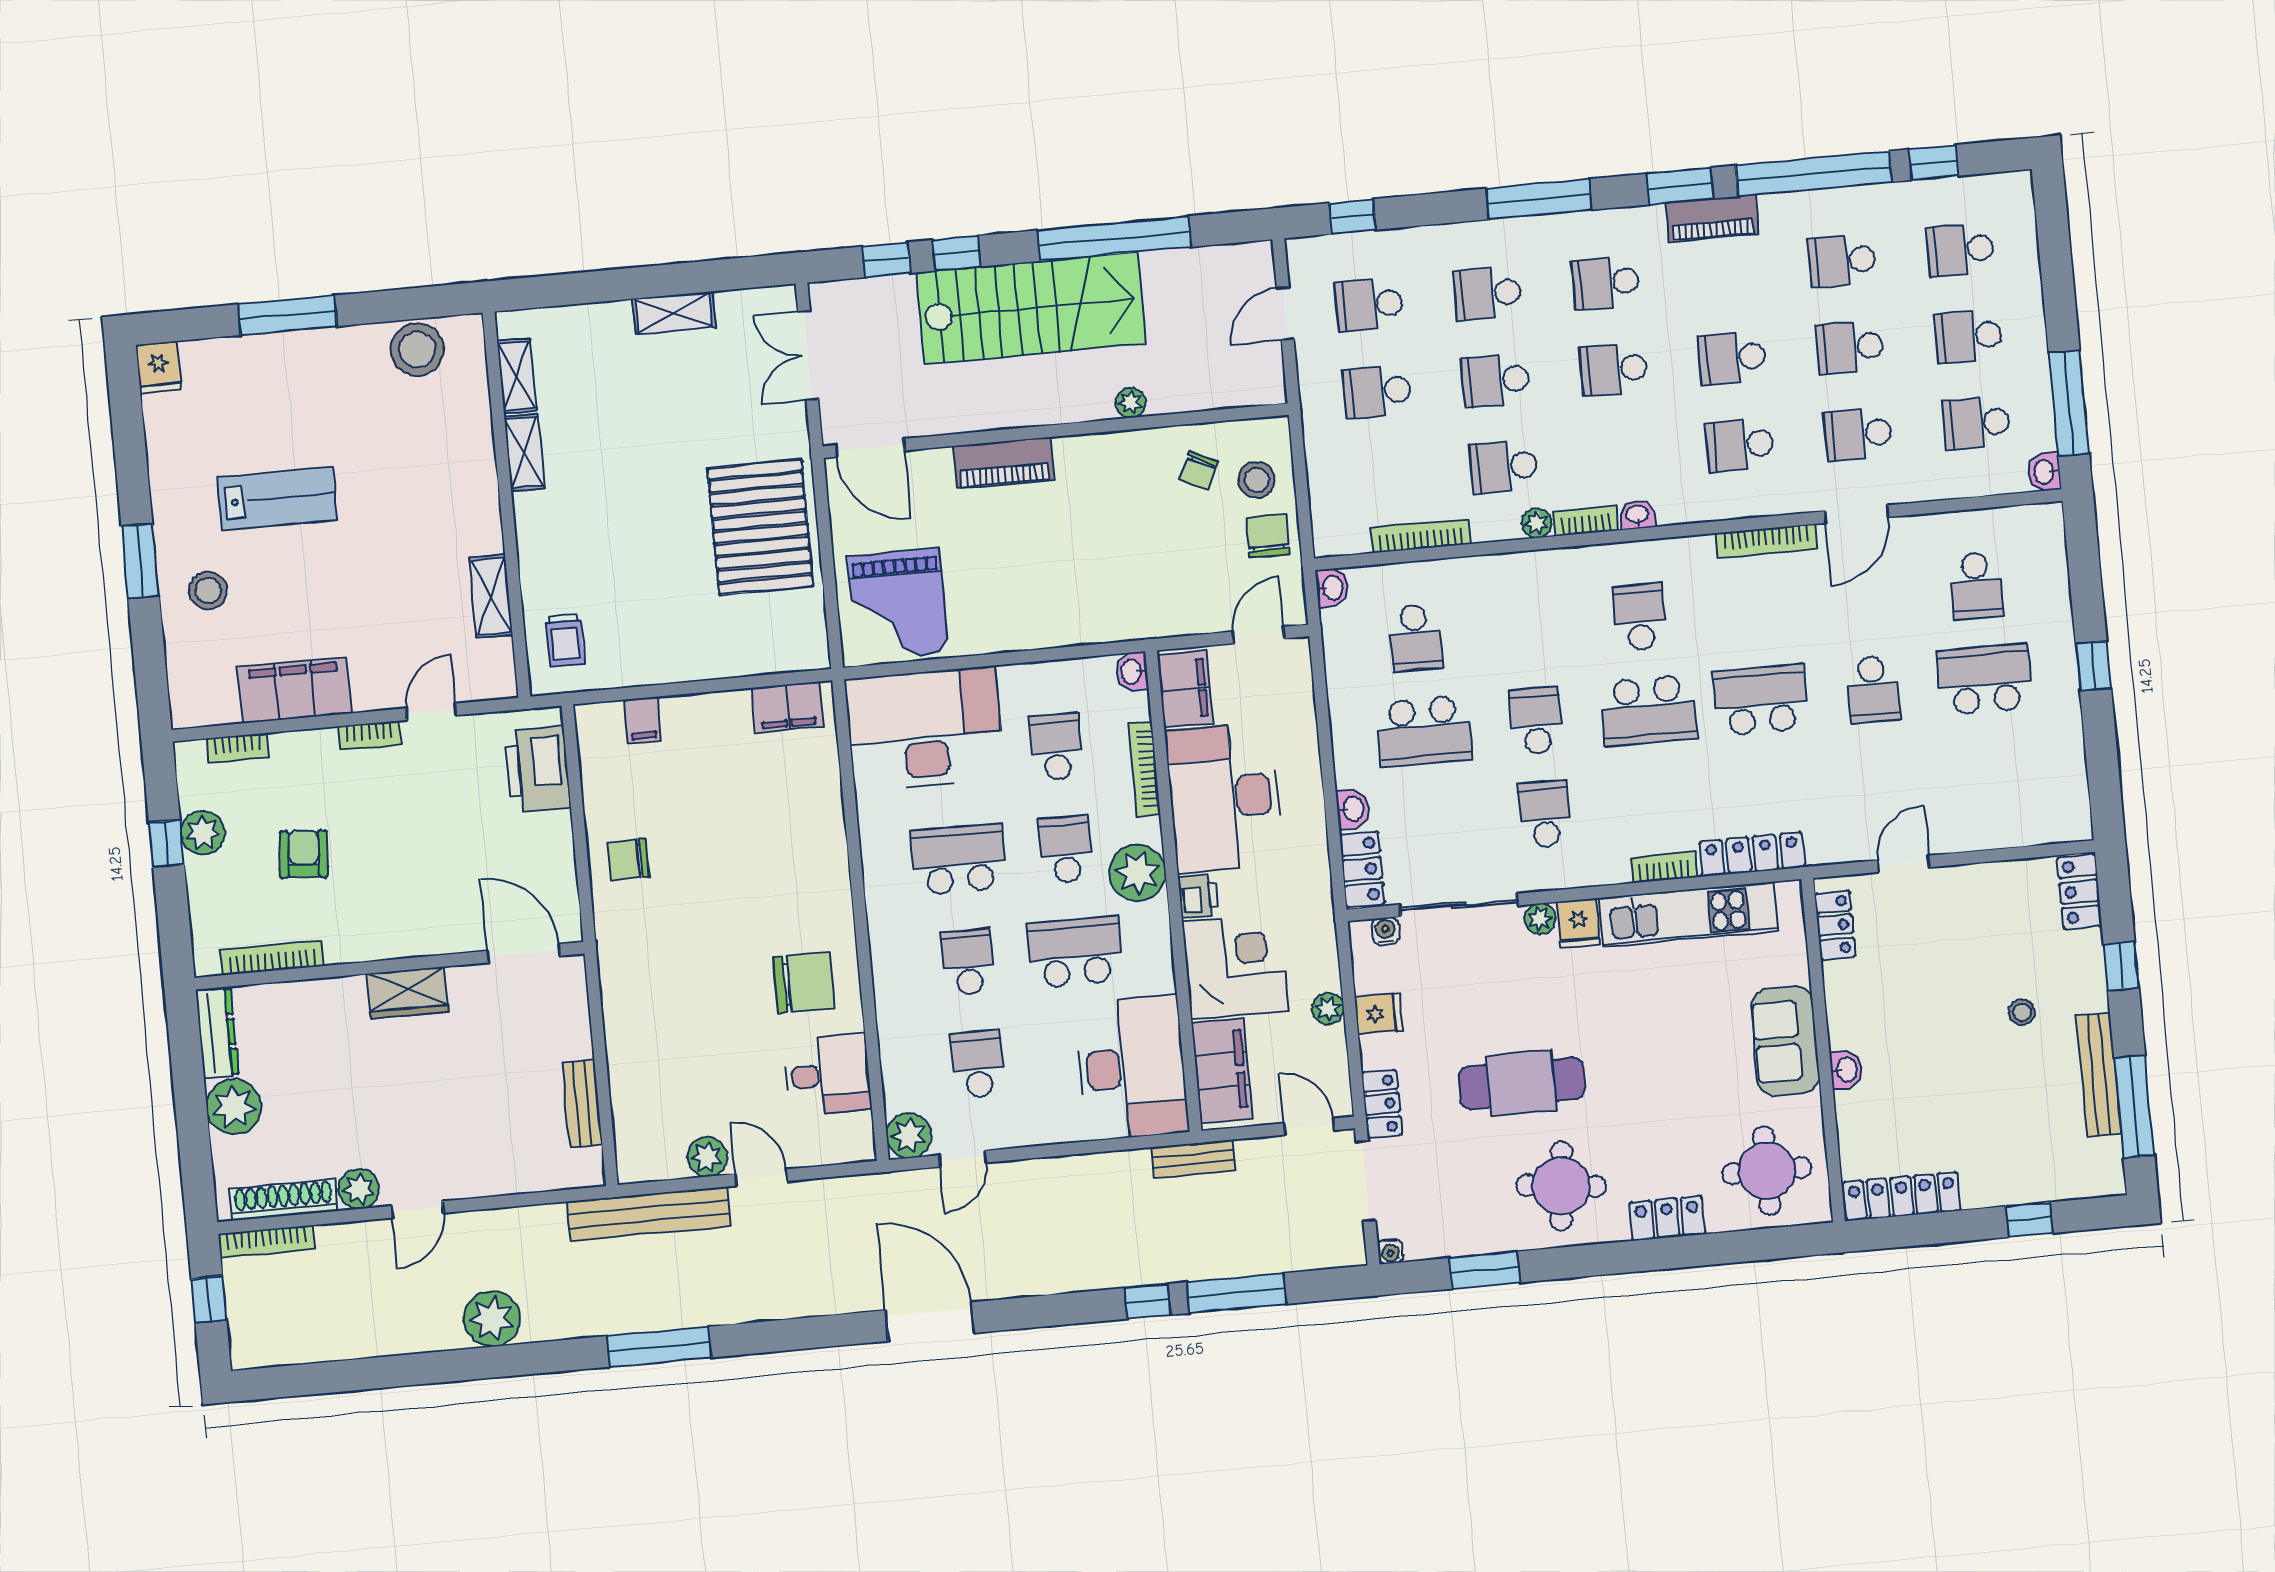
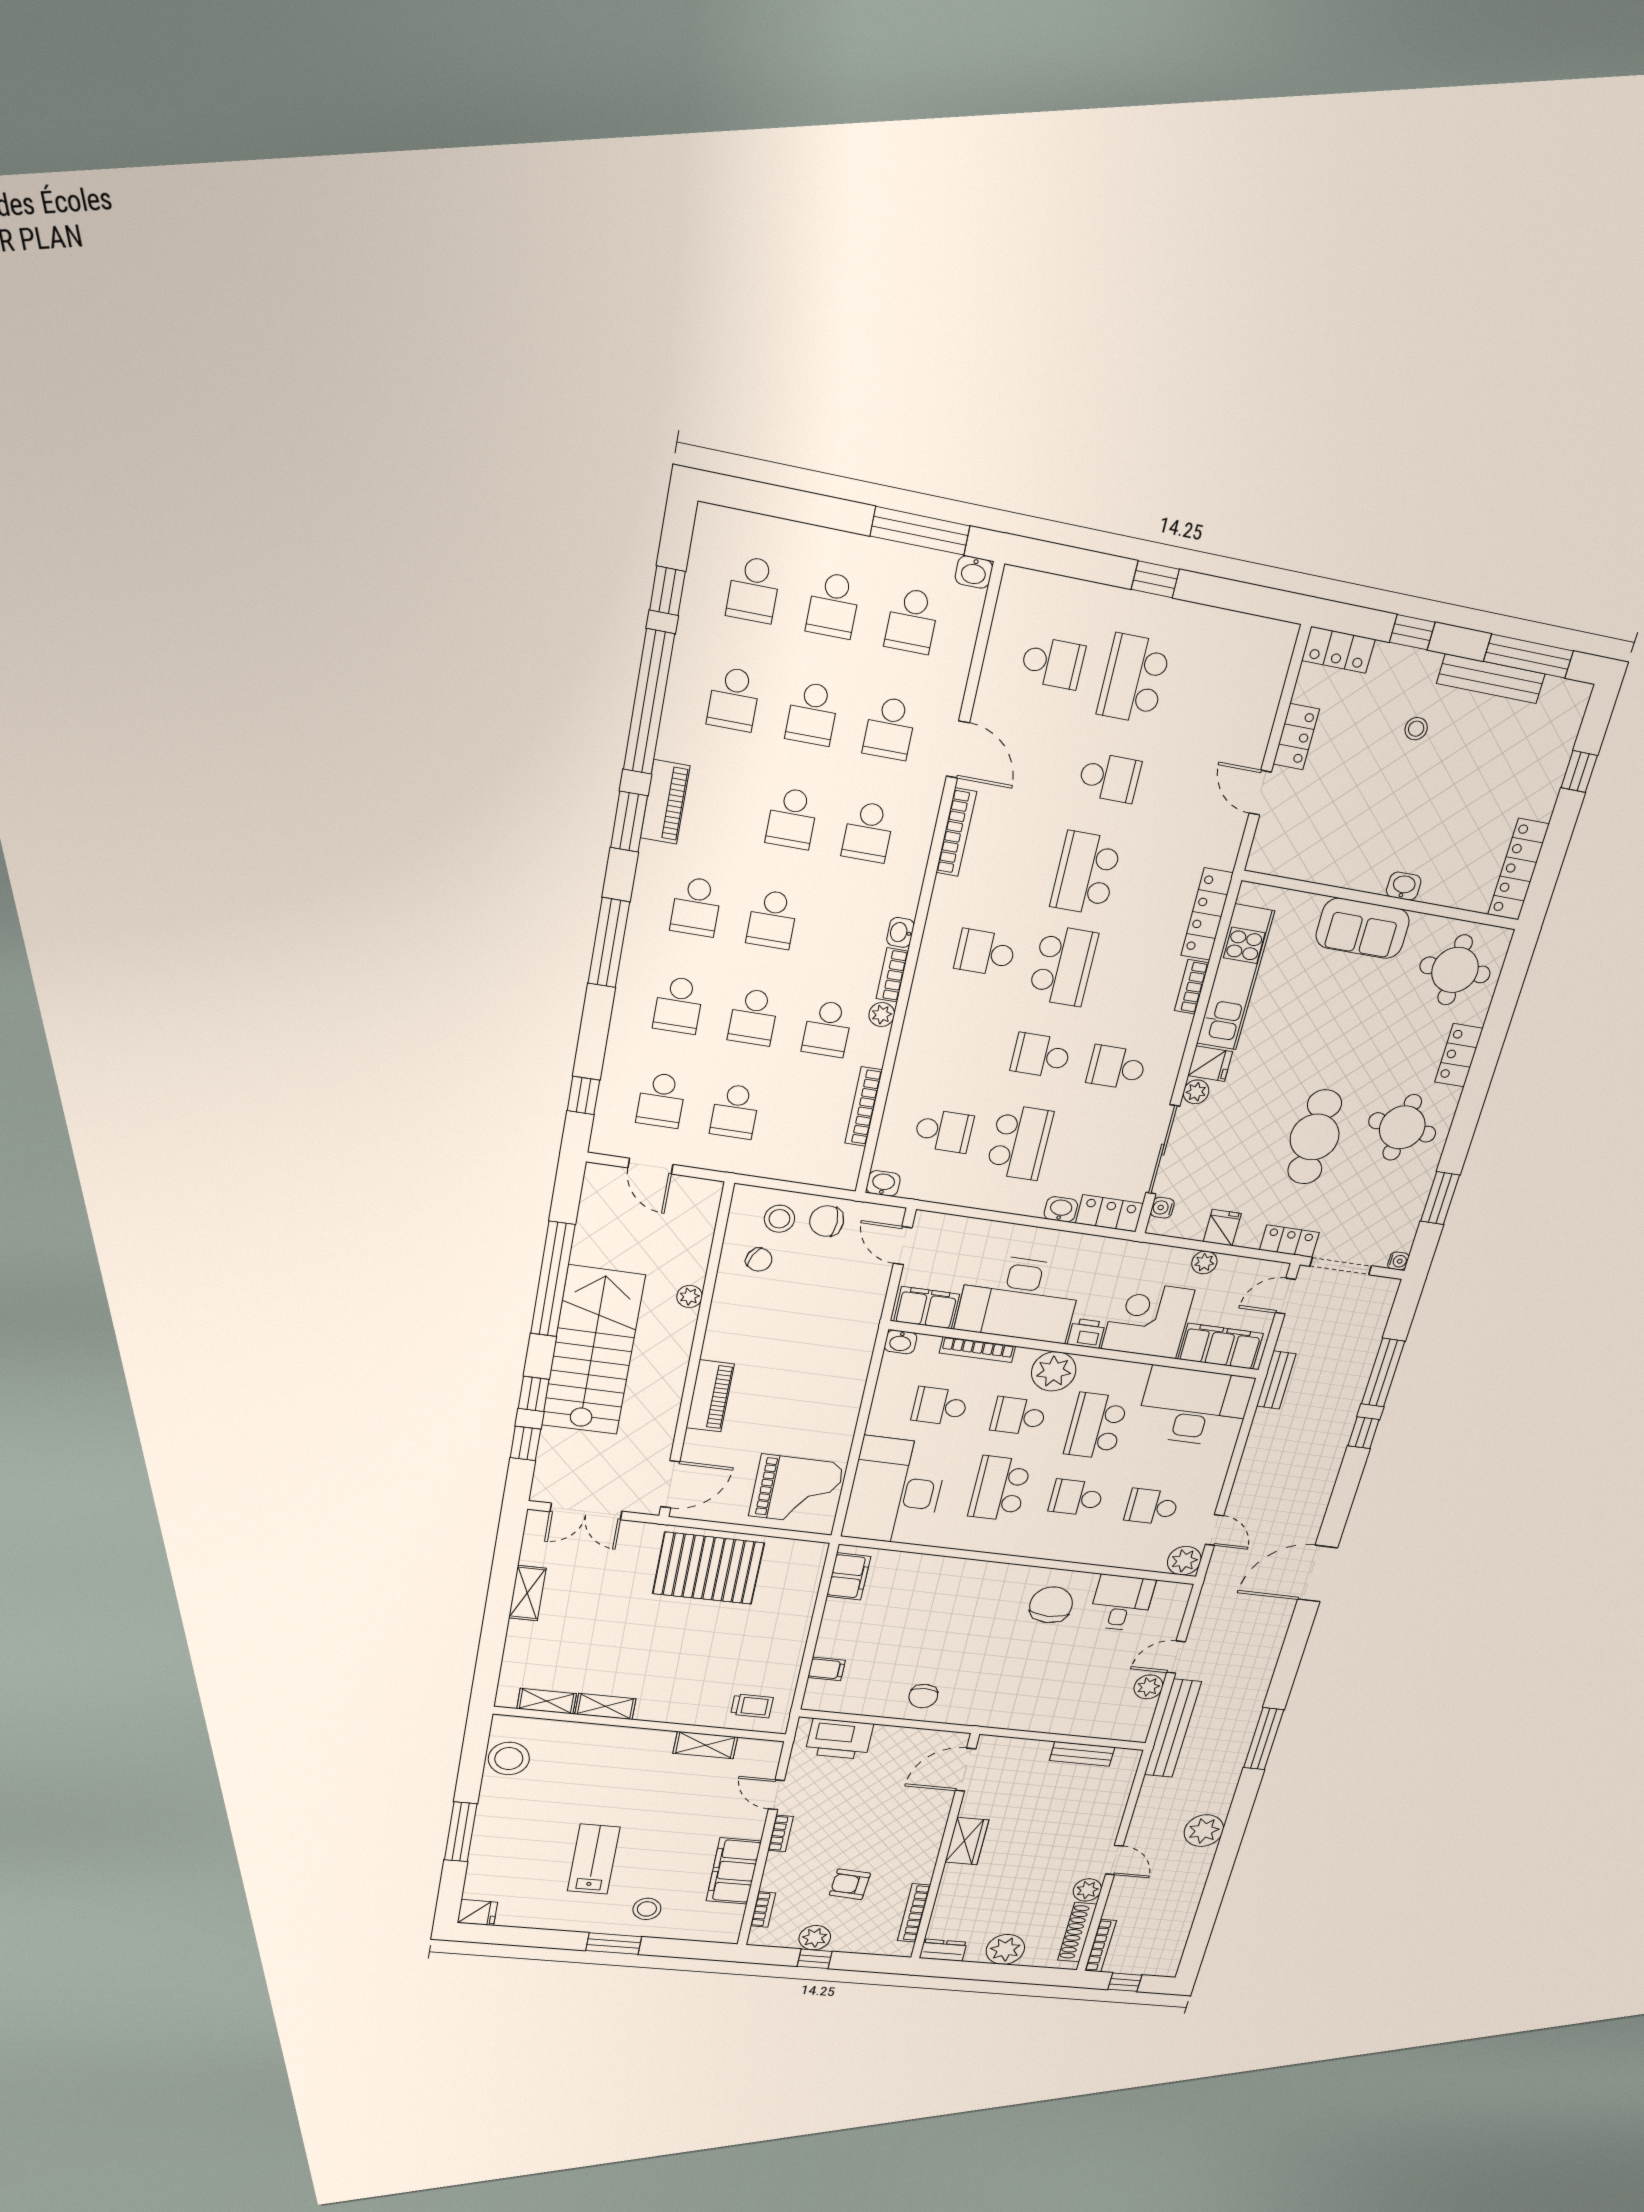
locker: (1835, 925) -> (1296, 737), moved, turned 90
dresser: (217, 1033) -> (943, 1950), width x0.70

